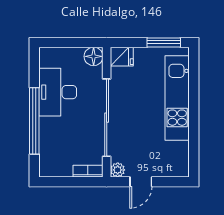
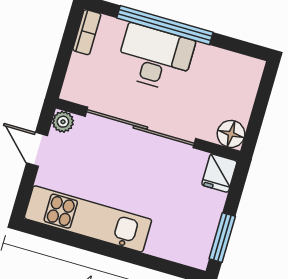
desk: (58, 92) -> (155, 58), moved
kitchen unit: (177, 98) -> (88, 219), moved
bookcase: (88, 171) -> (87, 32), moved

